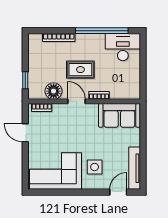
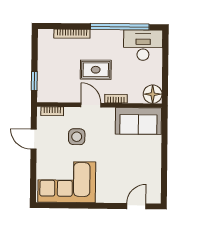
floor lamp: (54, 91) -> (153, 94), moved
side table: (95, 167) -> (77, 137), moved
tv unit: (135, 168) -> (155, 180), removed

